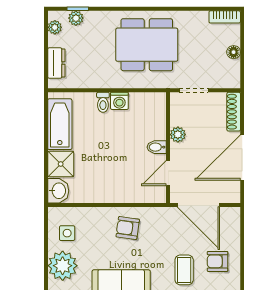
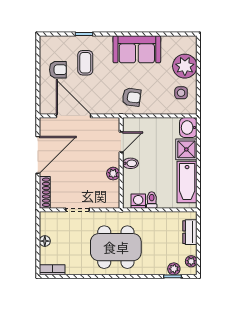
plant: (178, 135) -> (113, 174), moved
bidet: (157, 147) -> (130, 163), moved
wall: (168, 148) -> (121, 163), moved
door: (168, 173) -> (121, 142), moved

